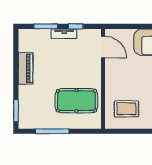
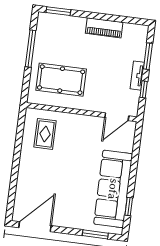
pool table: (76, 101) -> (61, 80), turned 90

